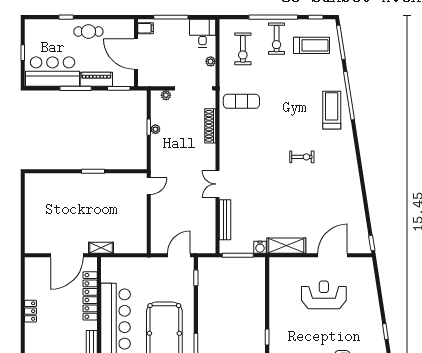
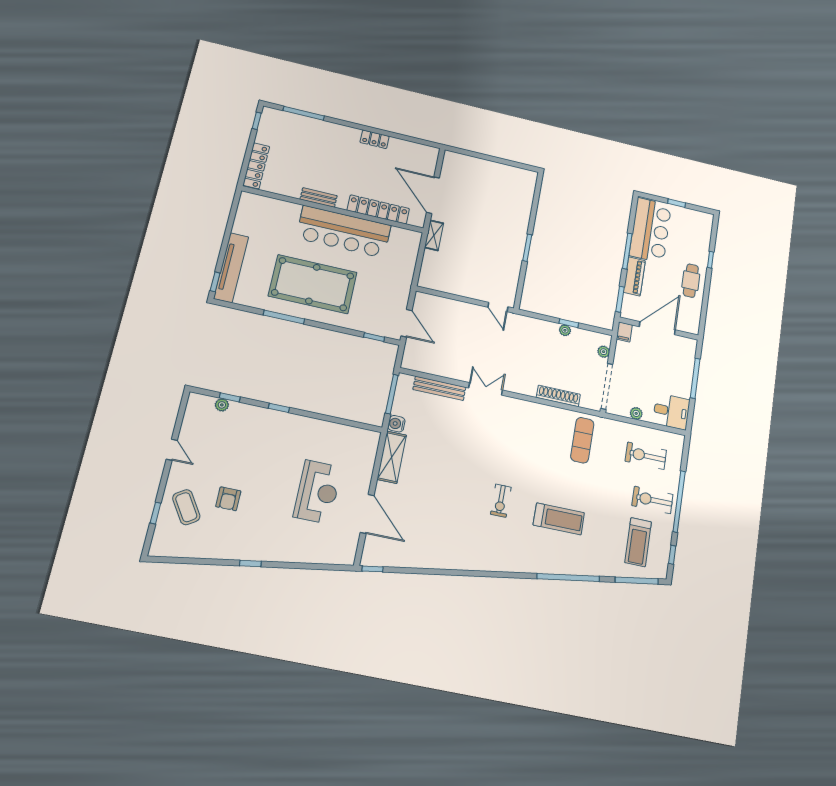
filing cabinet: (146, 28) -> (624, 332), moved
treadmill: (332, 110) -> (559, 519), moved

